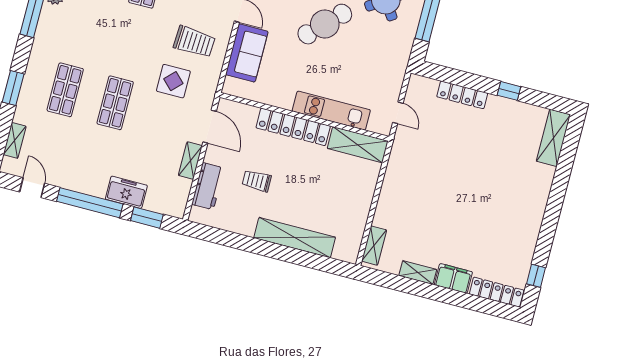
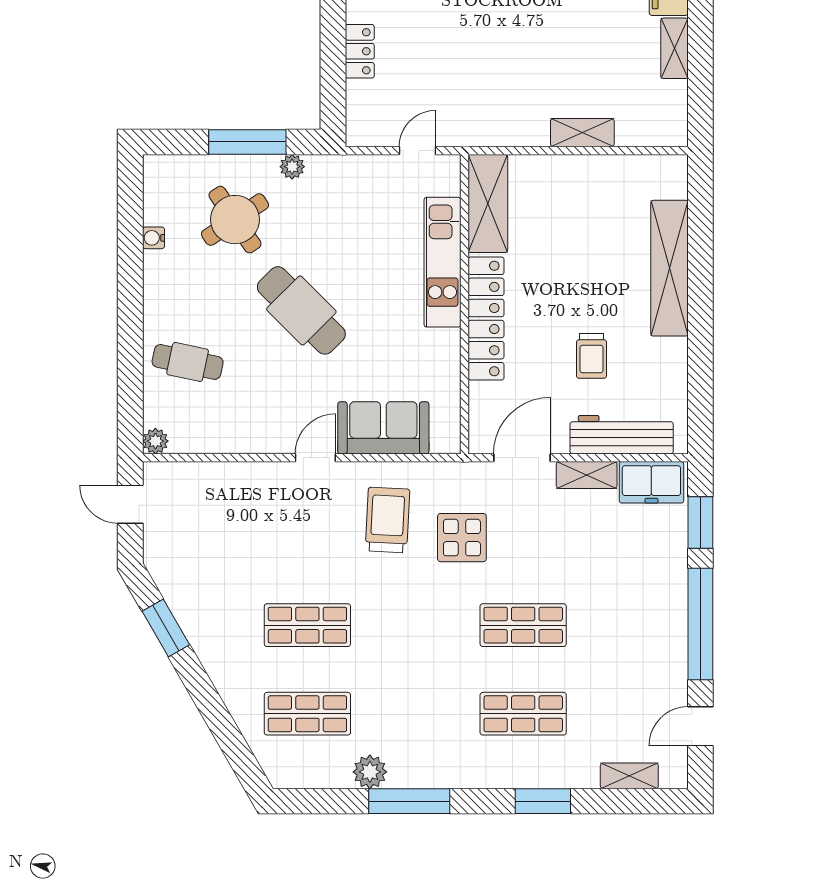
plant: (407, 40) -> (292, 167), added
locker: (462, 95) -> (360, 51), width x0.66
workbench: (208, 186) -> (622, 435), width x1.38
freezer: (126, 192) -> (651, 482), moved, turned -90
shelving: (374, 246) -> (582, 133), moved

